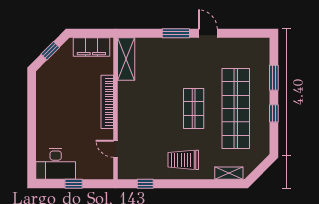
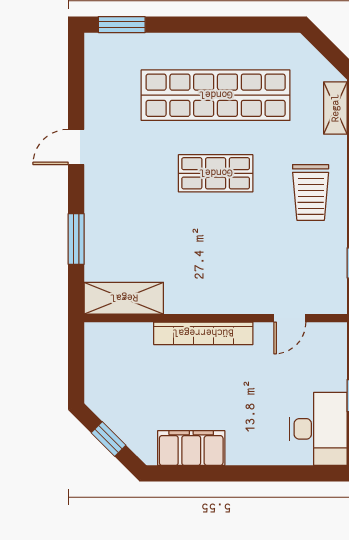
window: (176, 33) -> (76, 239), moved
filing cabinet: (91, 47) -> (191, 448), moved, turned -90
window: (274, 78) -> (122, 25), moved
window: (274, 113) -> (225, 25), removed

